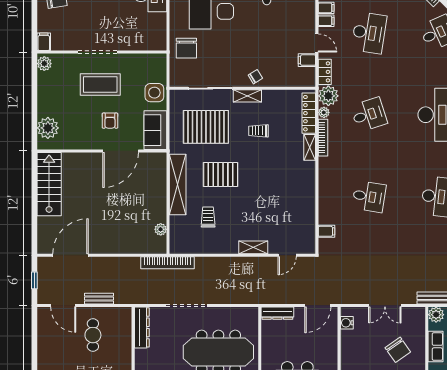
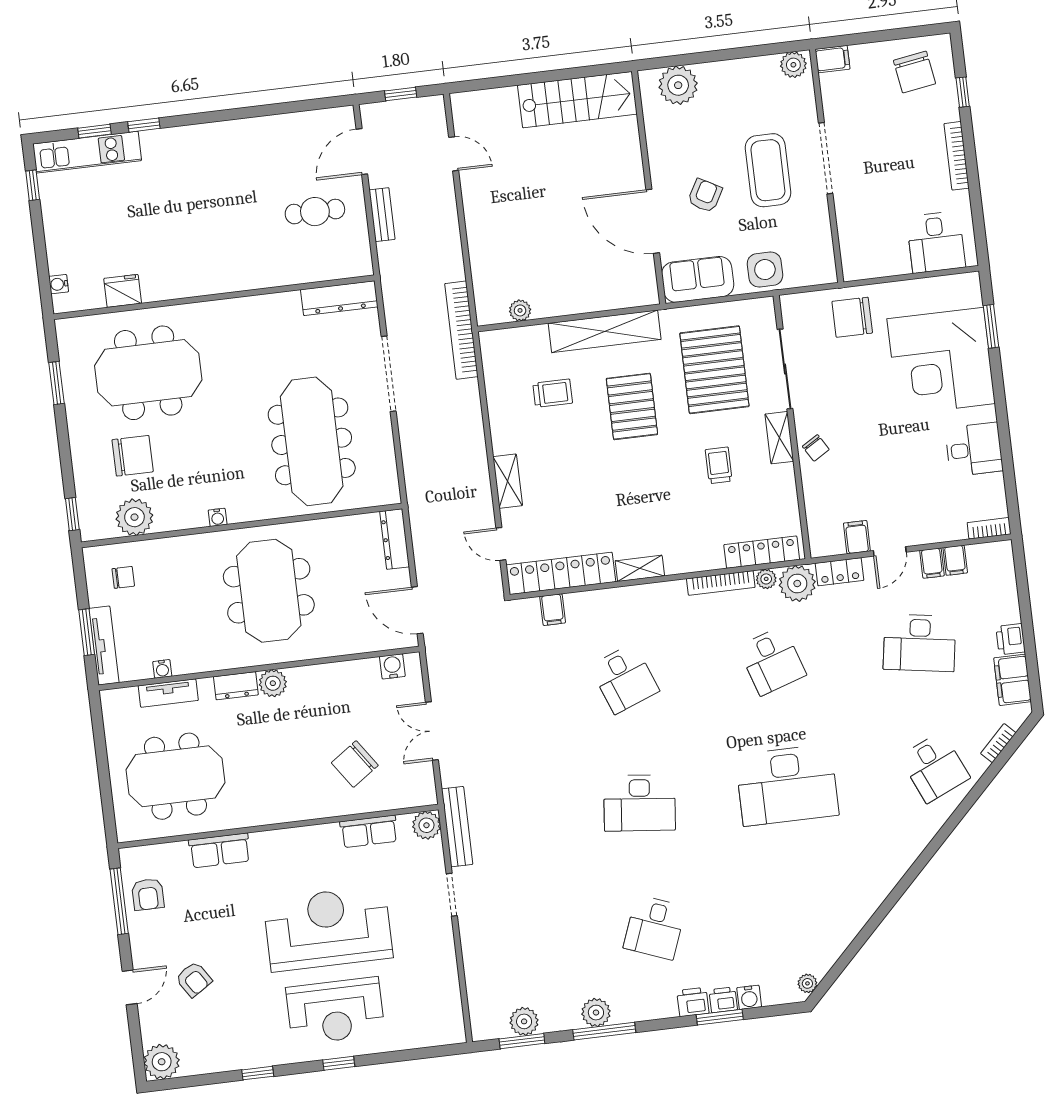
armchair: (110, 121) -> (705, 196), turned 119
shelving: (310, 147) -> (640, 568), moved
desk: (369, 197) -> (624, 679), turned -30
locker: (307, 224) -> (561, 573), added
door: (70, 255) -> (454, 154), width x0.53

